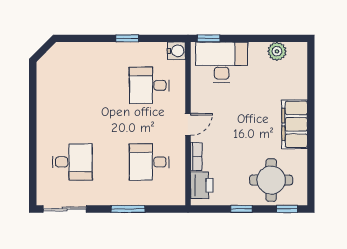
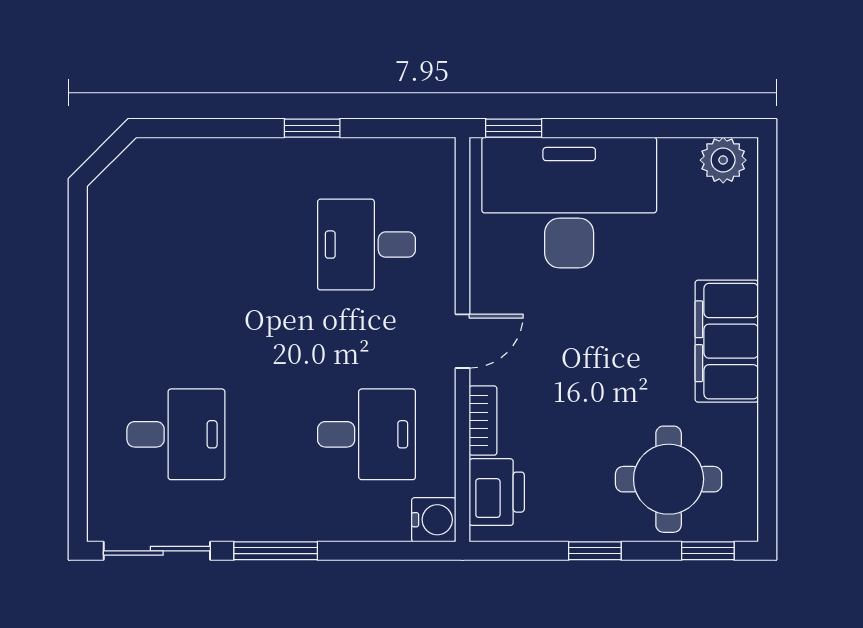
water cooler: (176, 51) -> (434, 520), moved
plant: (277, 51) -> (723, 160), moved
desk: (222, 62) -> (569, 202), width x1.36, depth x1.30
desk: (149, 162) -> (366, 434), turned 180
window: (128, 209) -> (276, 551), moved

